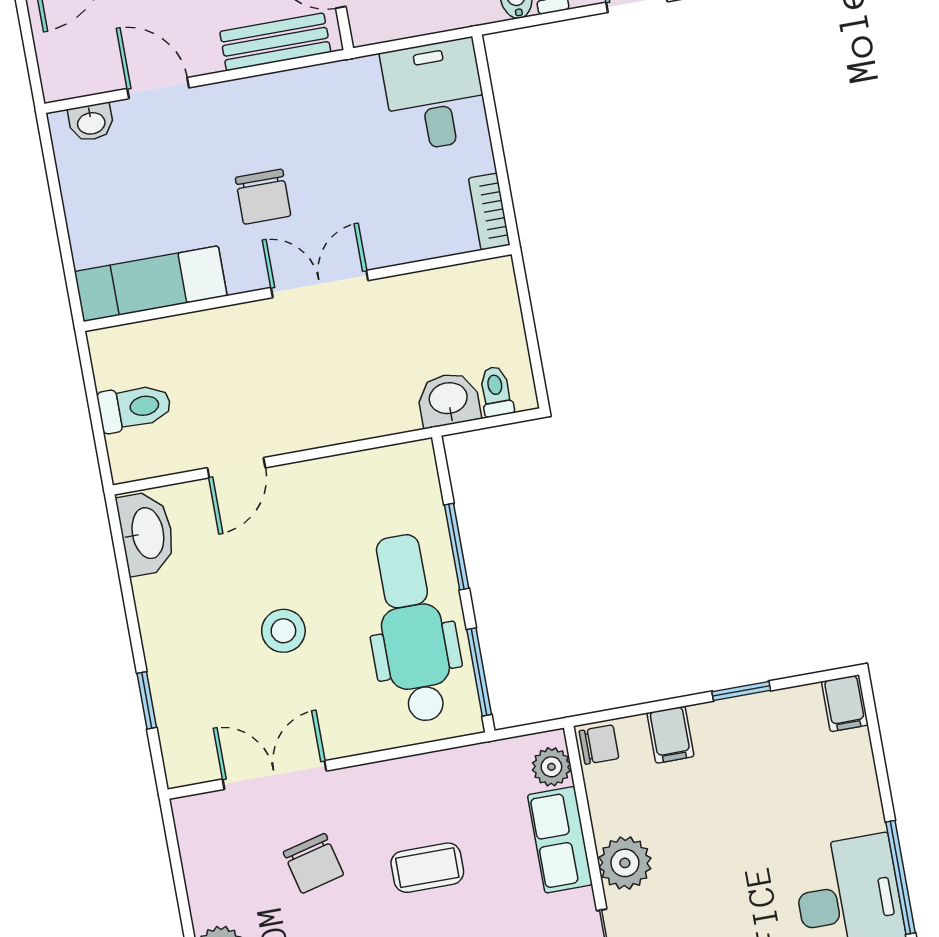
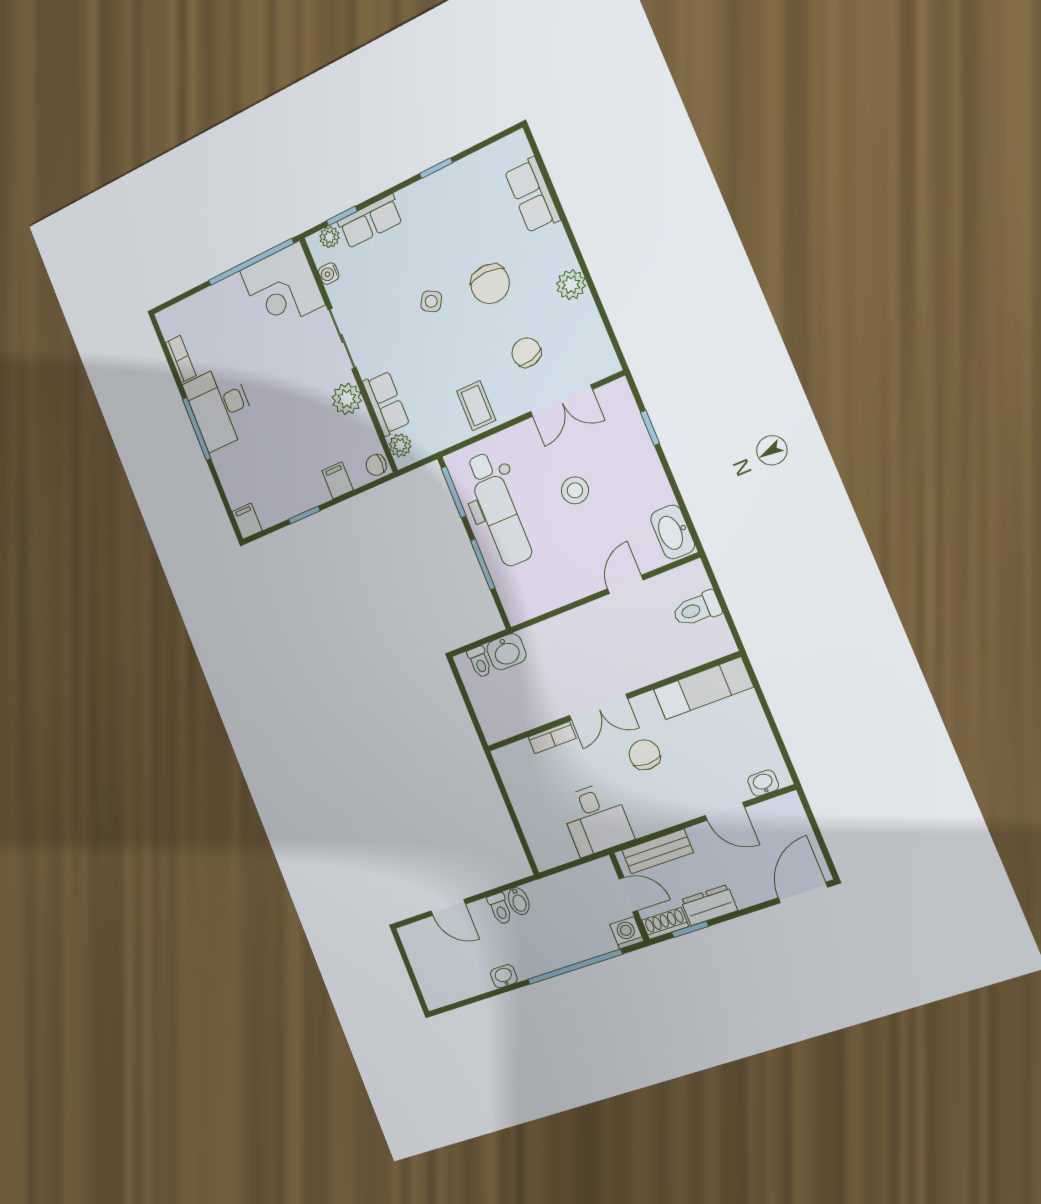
desk: (435, 95) -> (596, 819), moved
bookcase: (489, 212) -> (552, 738), moved, turned 90
coffee table: (427, 868) -> (476, 406), moved, turned 90

